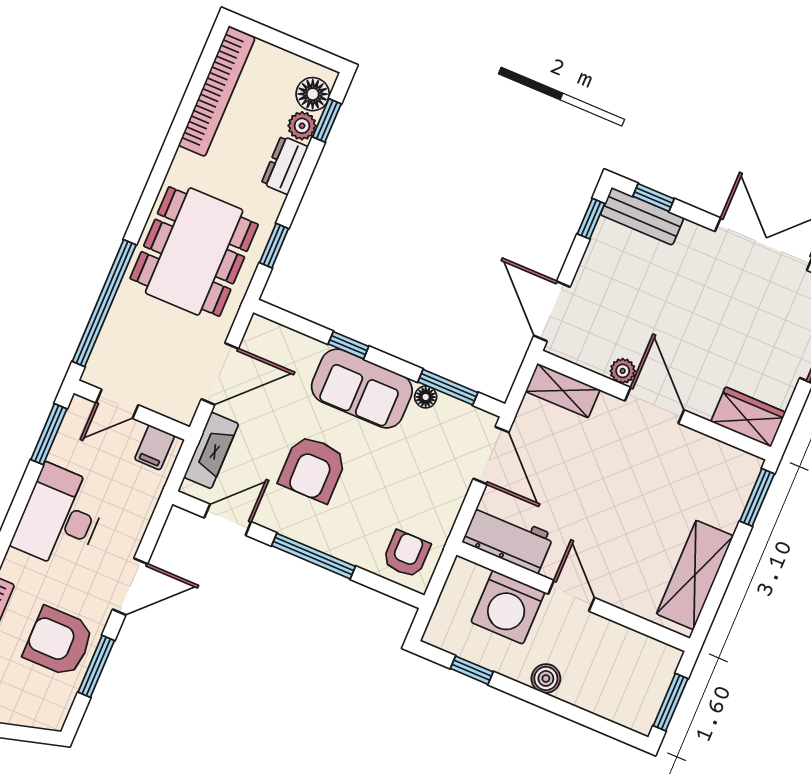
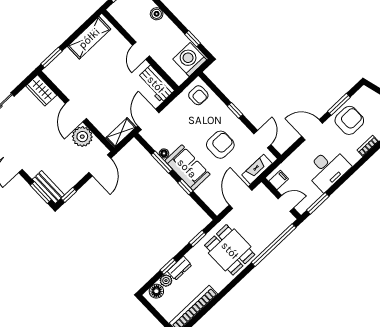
window: (327, 120) -> (168, 266), moved
window: (653, 198) -> (41, 192), width x1.50
dining table: (194, 252) -> (230, 250), width x0.73
plant: (623, 371) -> (82, 137), width x1.87, depth x1.87
door: (220, 374) -> (241, 198), hinge flipped
window: (448, 387) -> (162, 162), moved
shelving: (563, 391) -> (121, 132), moved, turned 90
door: (228, 520) -> (262, 139), swing flipped
armchair: (406, 554) -> (198, 95), turned -90
window: (314, 556) -> (235, 110), width x0.46
washing machine: (508, 607) -> (190, 59), moved, turned -90
armchair: (59, 642) -> (349, 120), turned -90
boiler: (546, 678) -> (157, 14), moved

